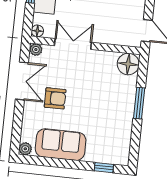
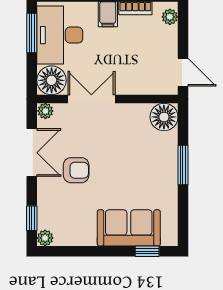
floor lamp: (37, 31) -> (52, 80), width x1.89, depth x1.89
window: (16, 132) -> (32, 218), added
sofa: (61, 145) -> (129, 228), moved

